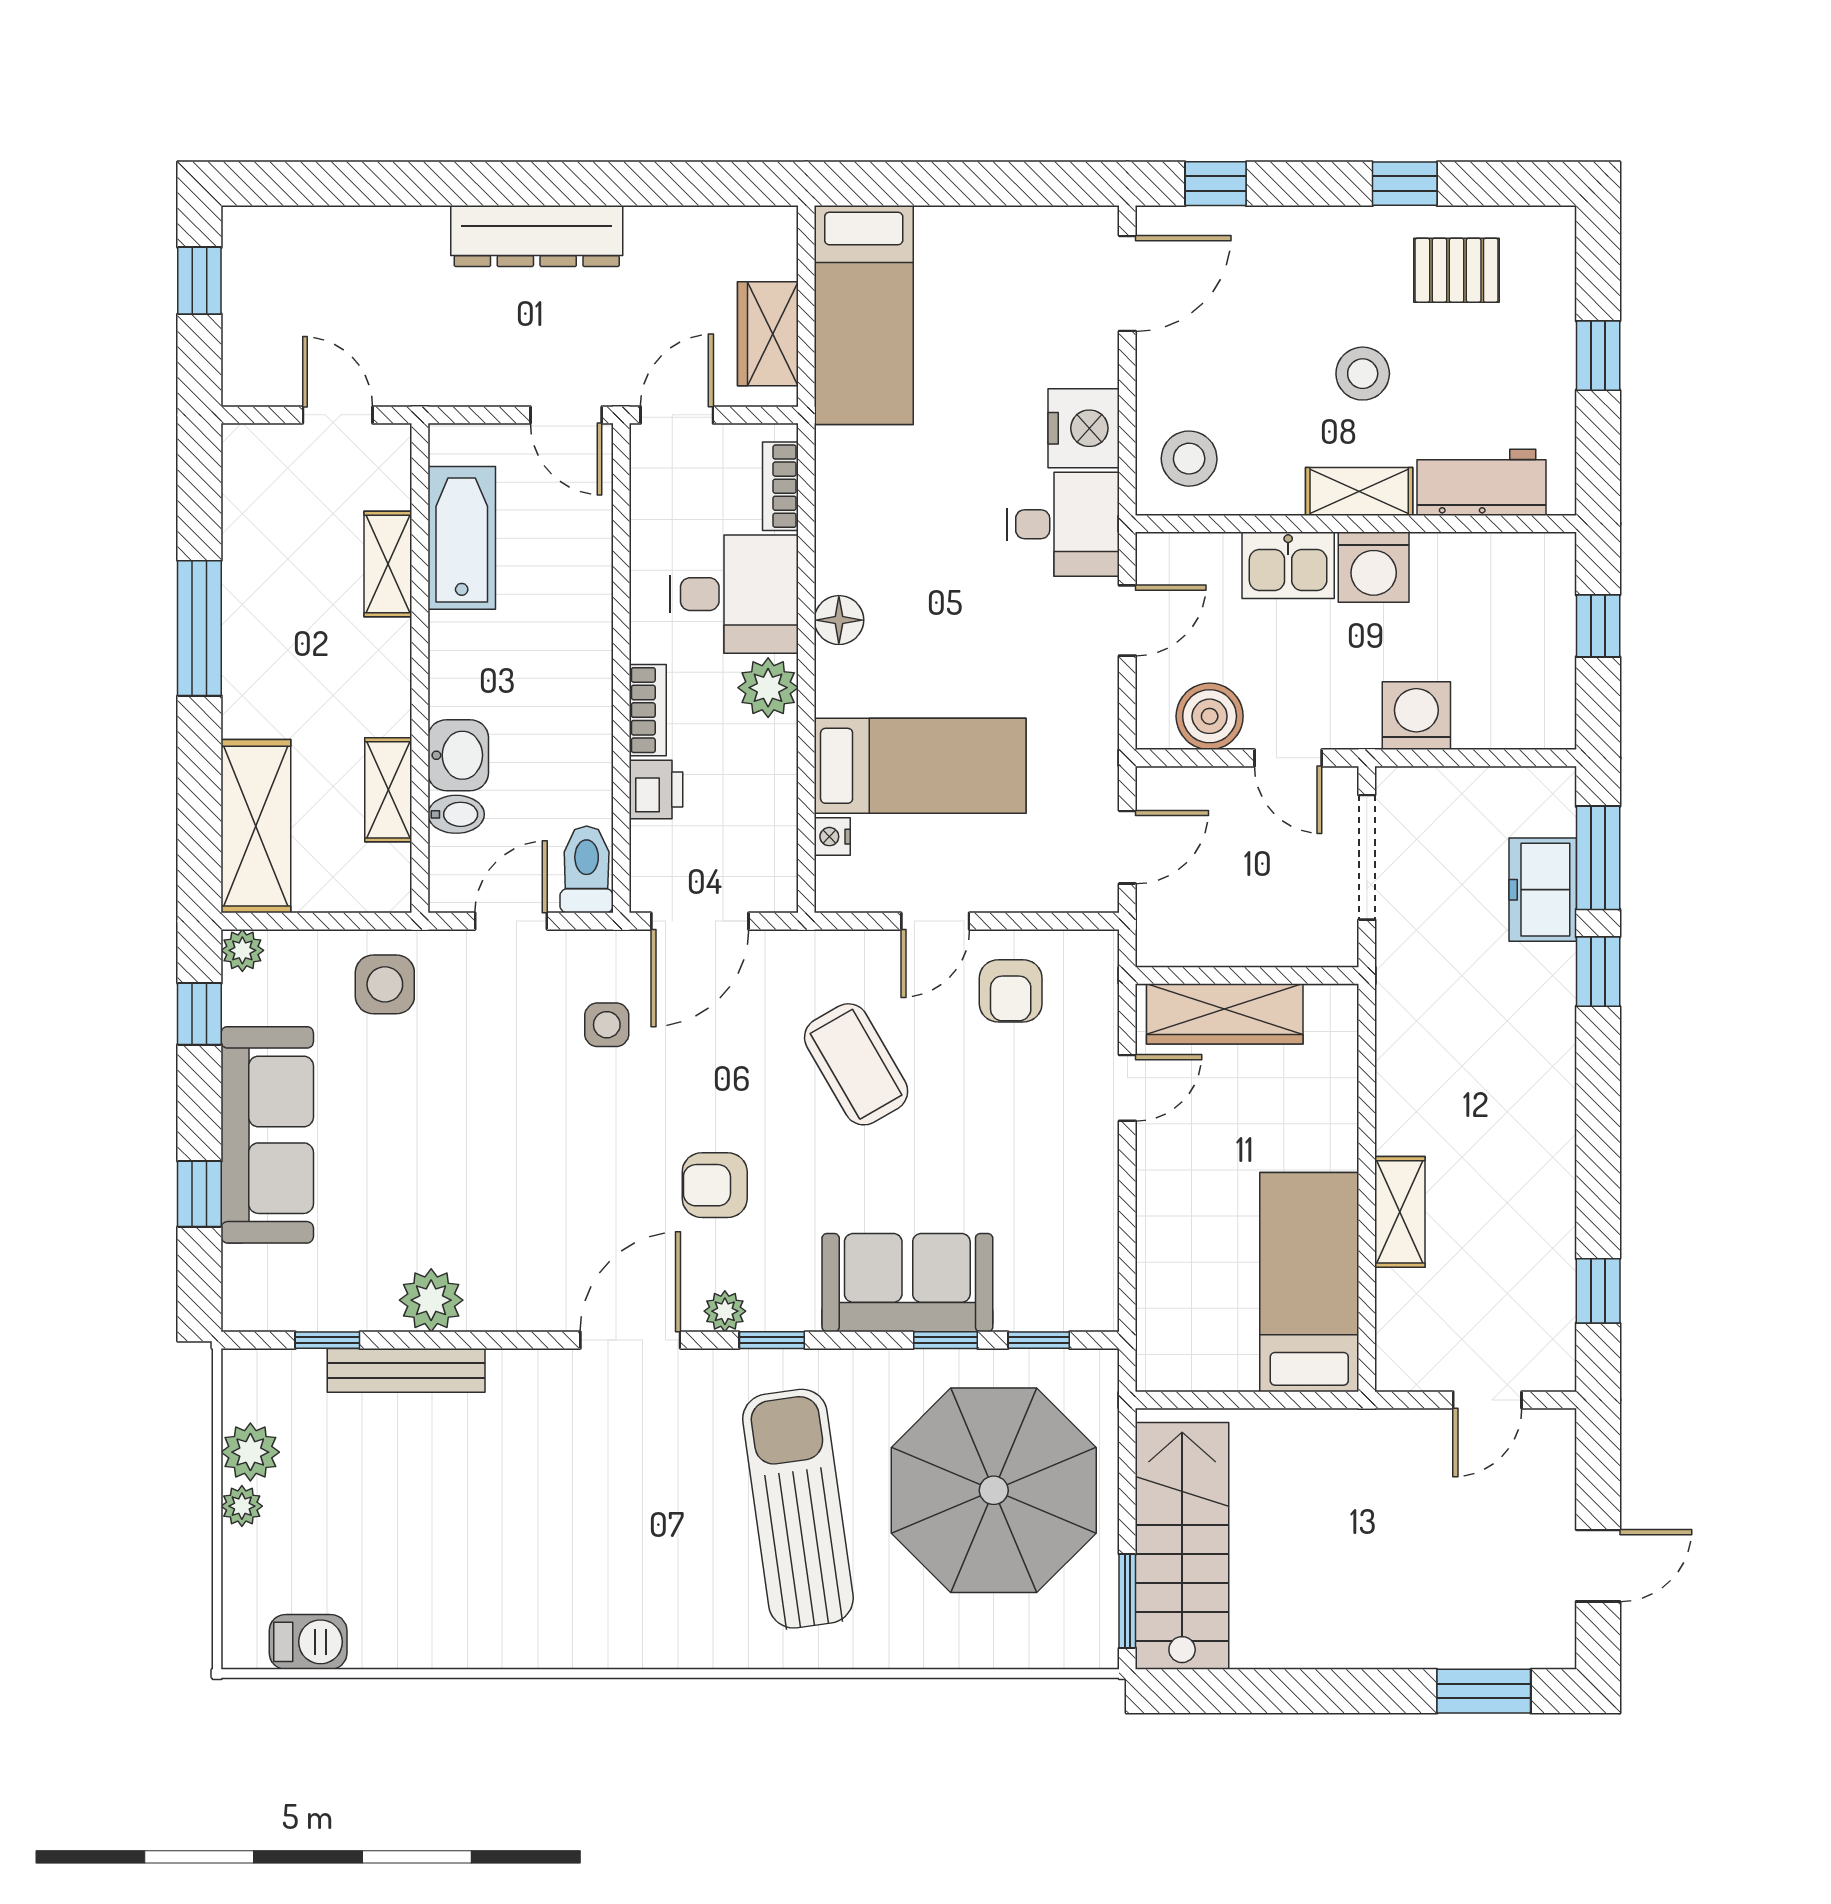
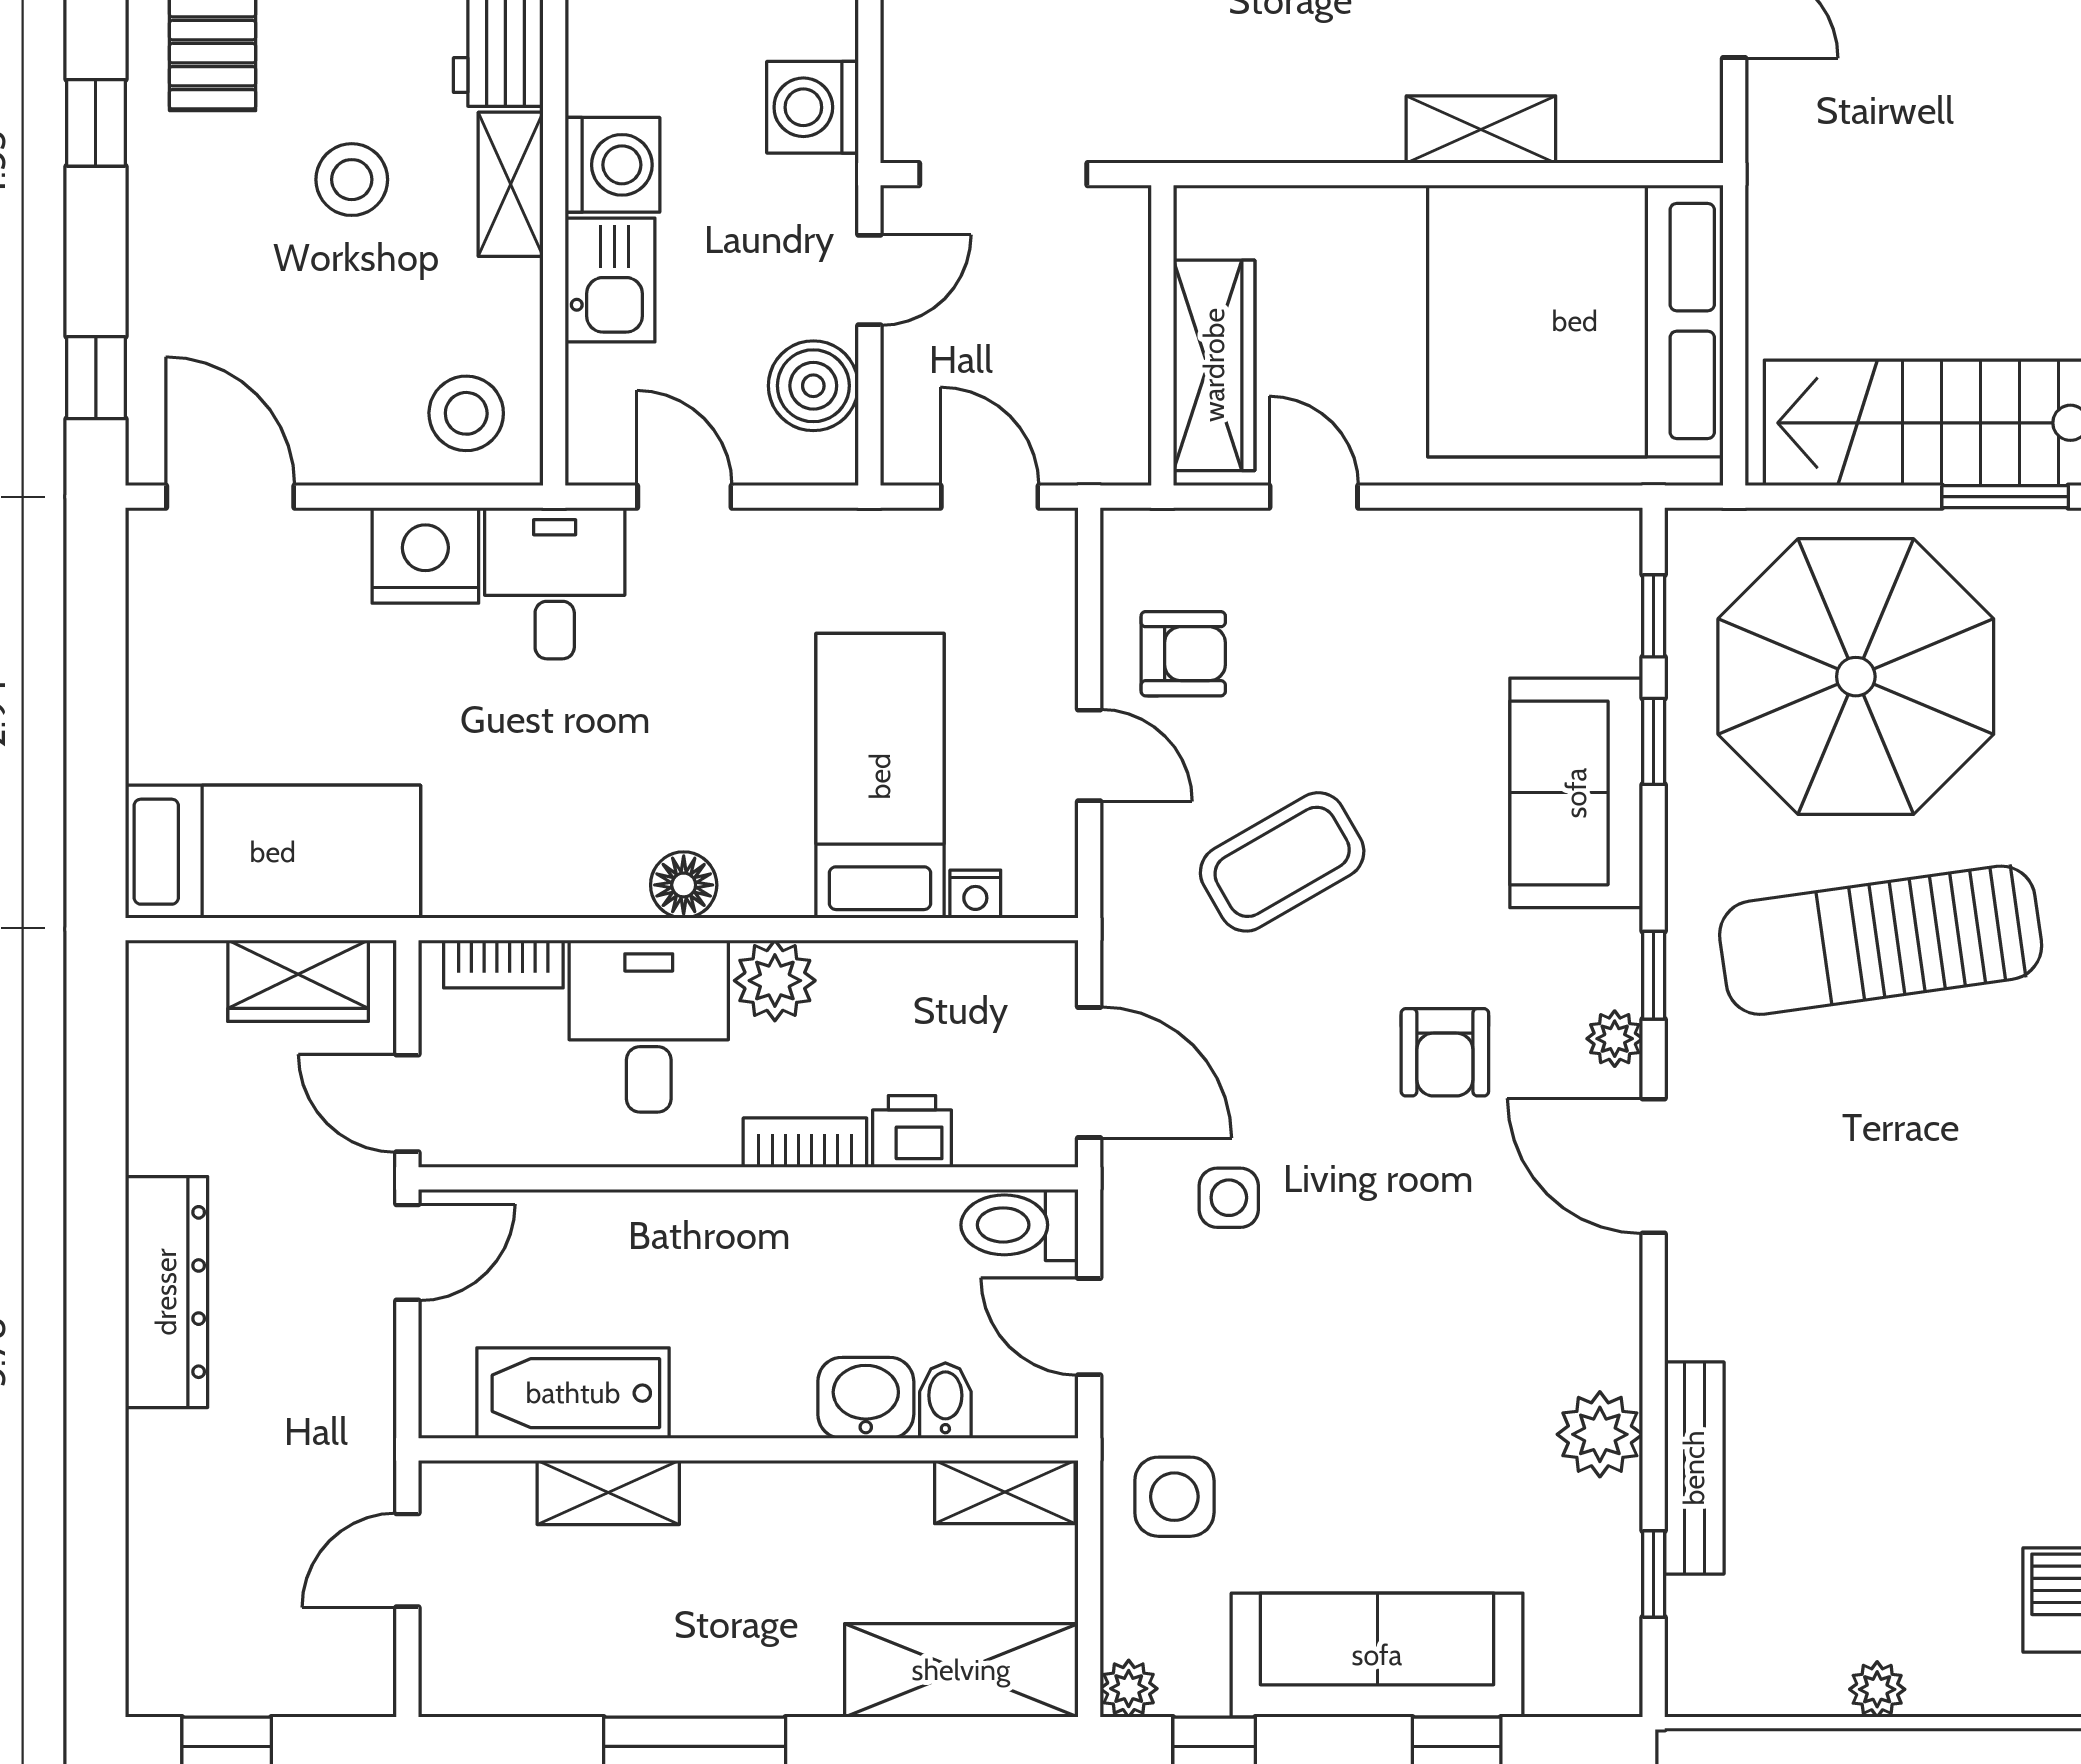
shelving: (388, 790) -> (1005, 1492), moved
bed: (1309, 1282) -> (1575, 321), width x2.04
plant: (250, 1452) -> (1804, 1678), removed

